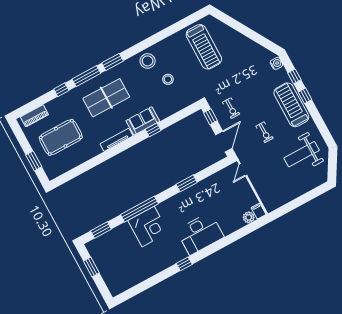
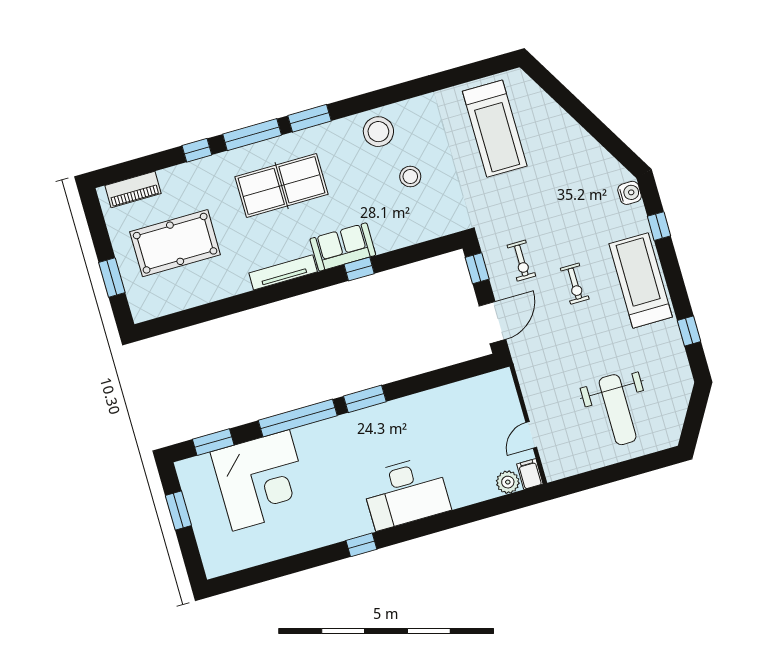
window: (305, 96) -> (689, 331), moved
exercise bike: (265, 132) -> (575, 284), moved
weight bench: (302, 154) -> (618, 410), moved, turned -90
door: (243, 170) -> (531, 435), moved
window: (187, 183) -> (365, 399), moved
corner desk: (148, 226) -> (261, 480), moved, width x1.36, depth x1.36

